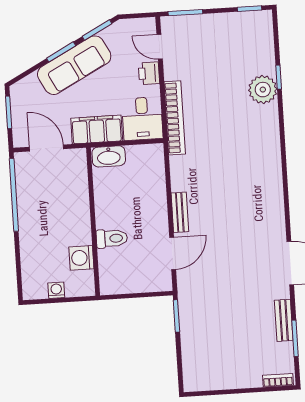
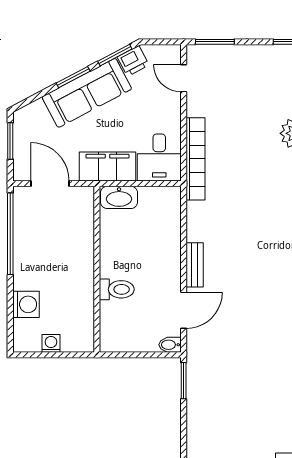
printer: (149, 73) -> (133, 61), moved, turned -118
washing machine: (81, 258) -> (26, 304), moved, turned 180
bidet: (162, 285) -> (170, 345), added

